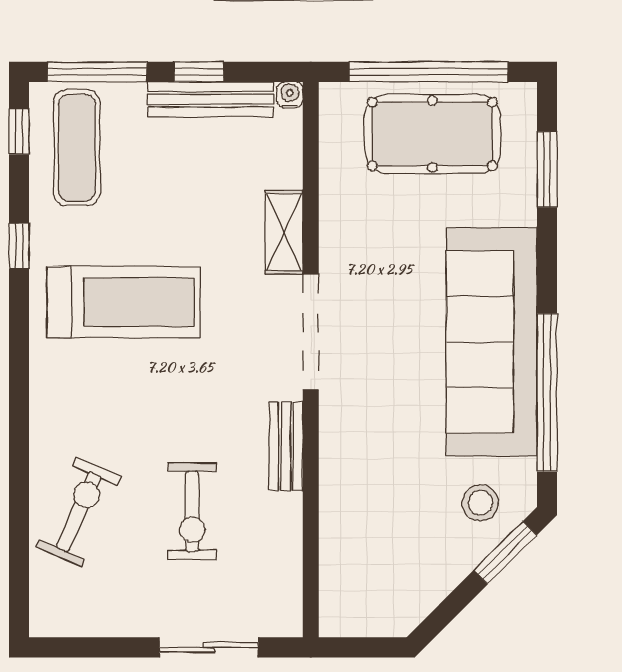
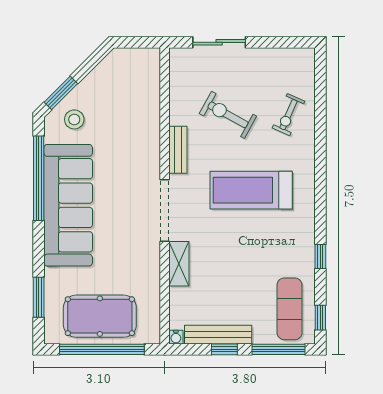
treadmill: (124, 302) -> (251, 190), moved
exercise bike: (192, 511) -> (228, 115), turned -61
exercise bike: (79, 512) -> (288, 115), width x0.73, depth x0.72

